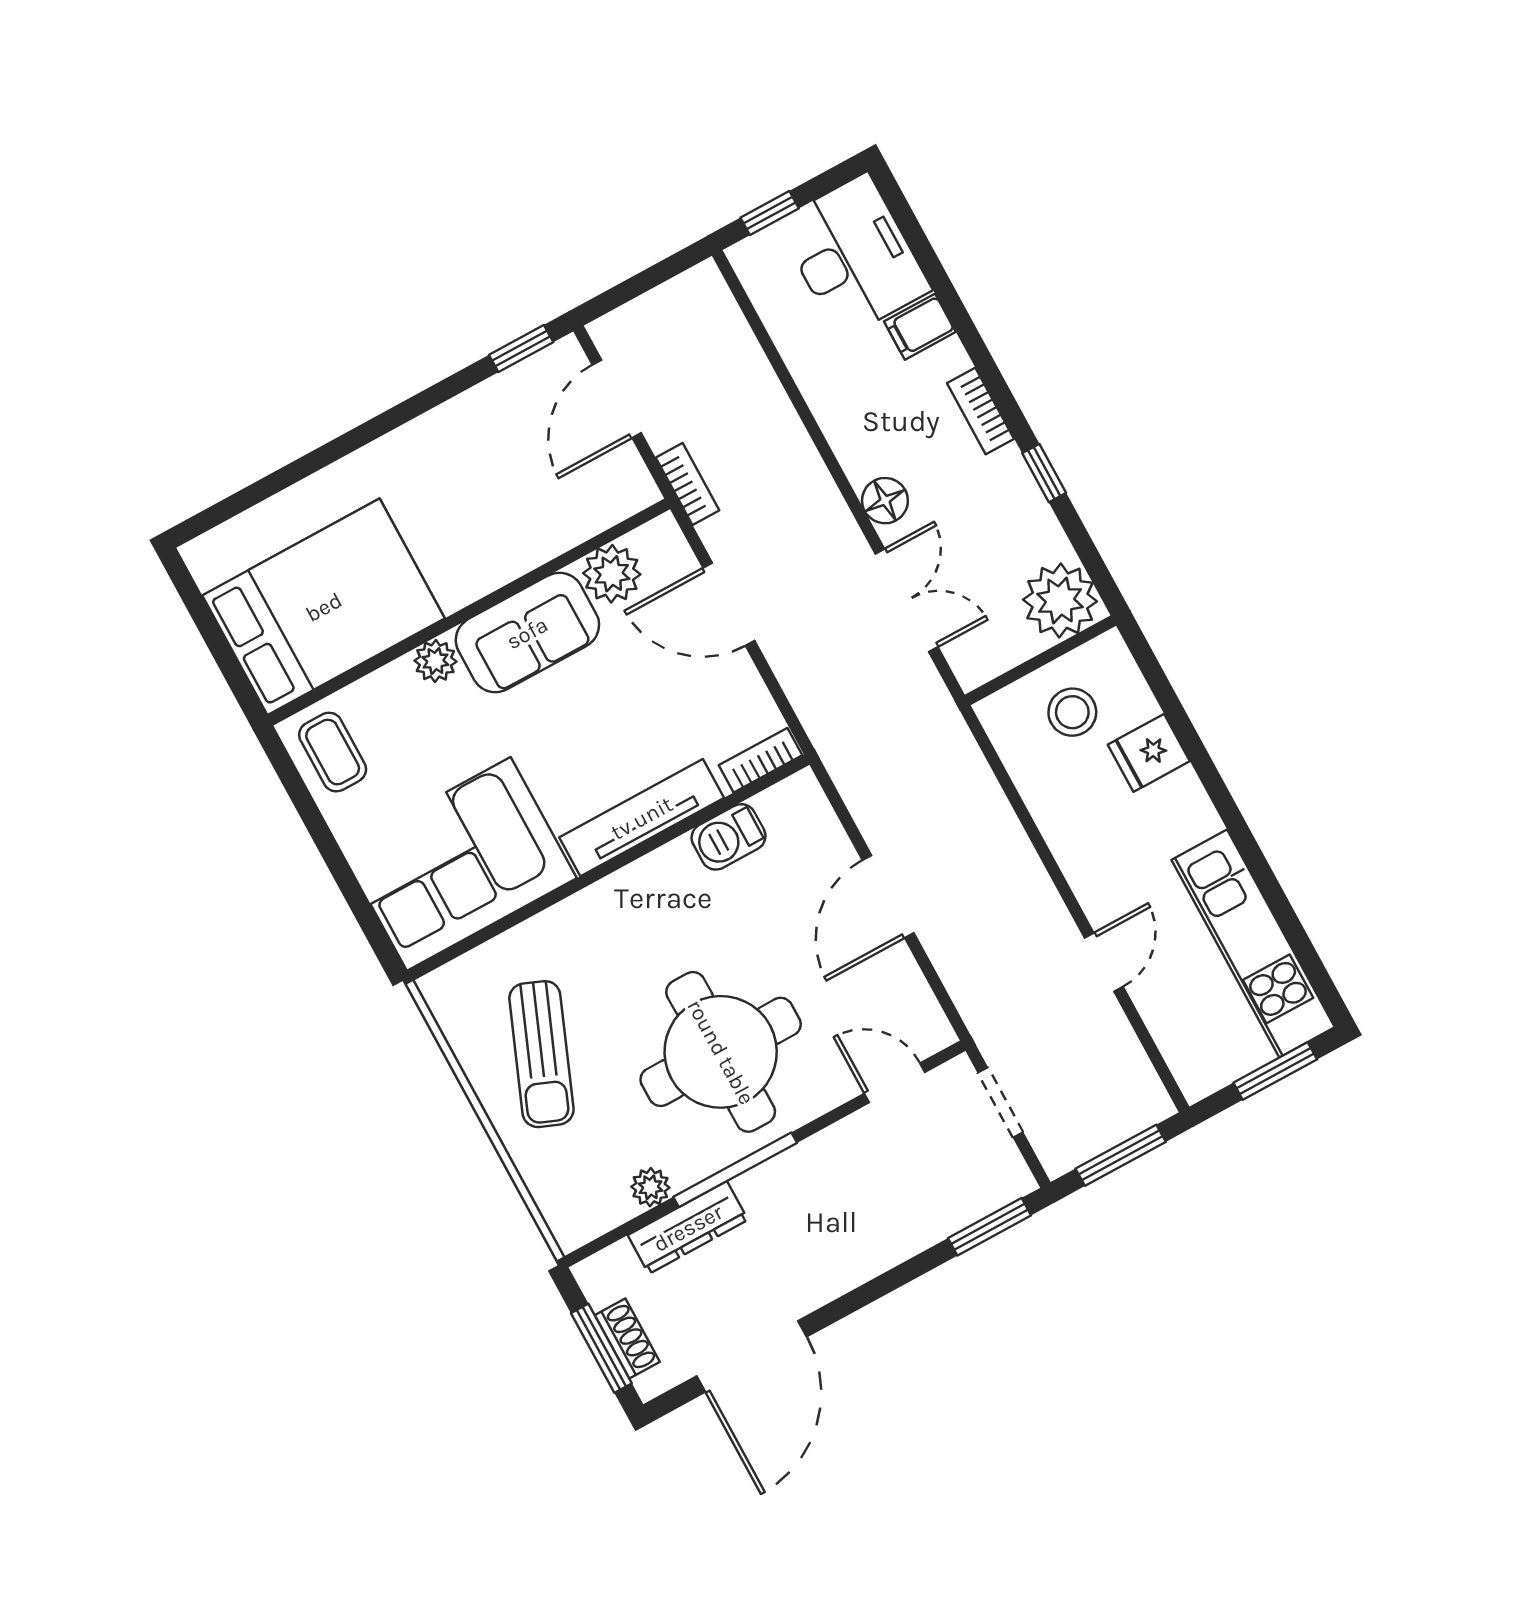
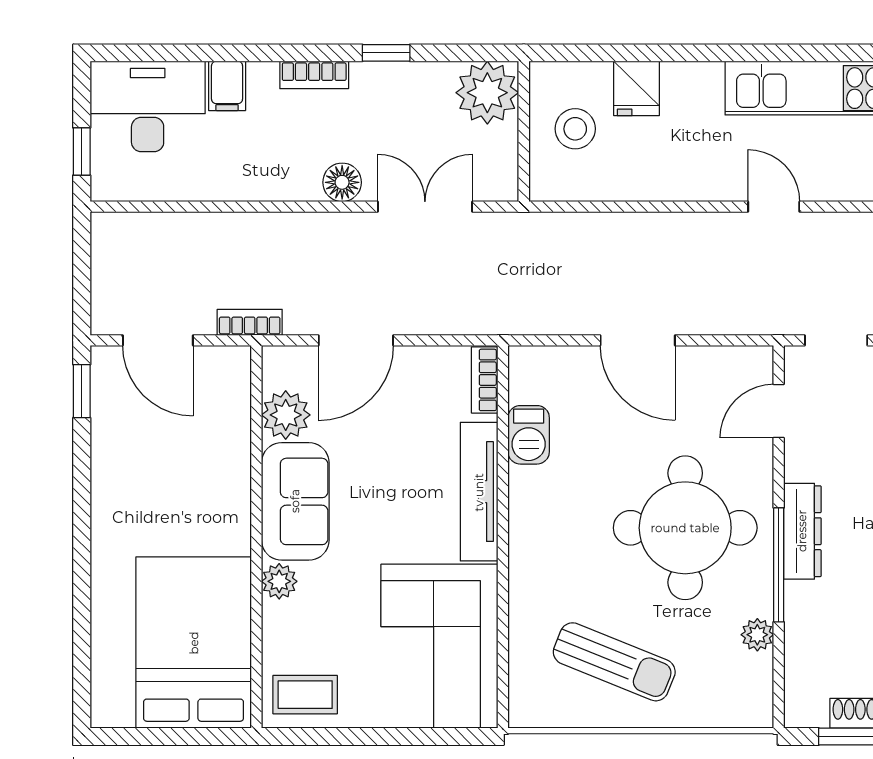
dresser: (688, 1228) -> (802, 531), moved

